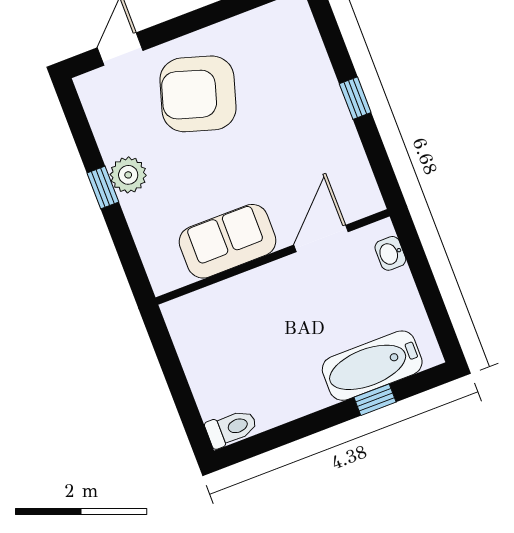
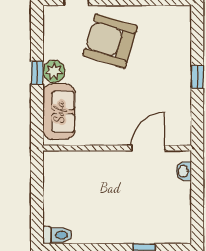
sofa: (228, 241) -> (59, 112), moved, turned 90
bathtub: (372, 366) -> (150, 230), removed

